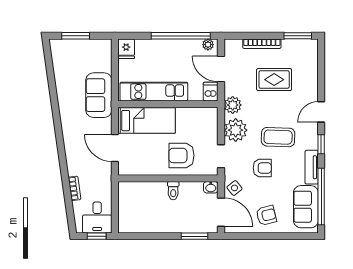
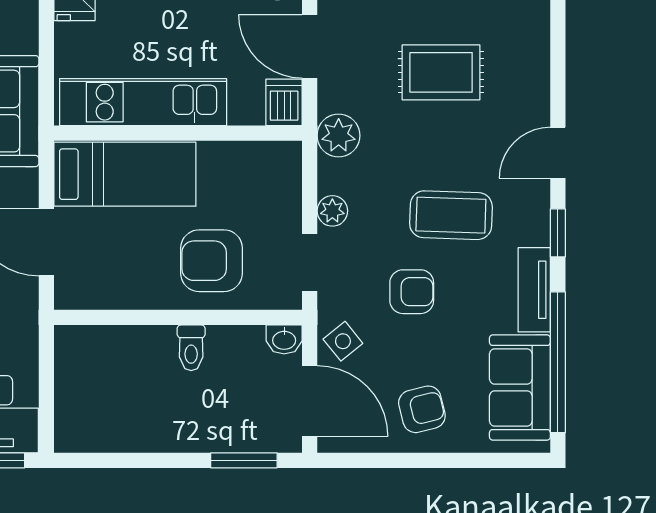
plant: (236, 130) -> (332, 211), width x0.53, depth x0.53

